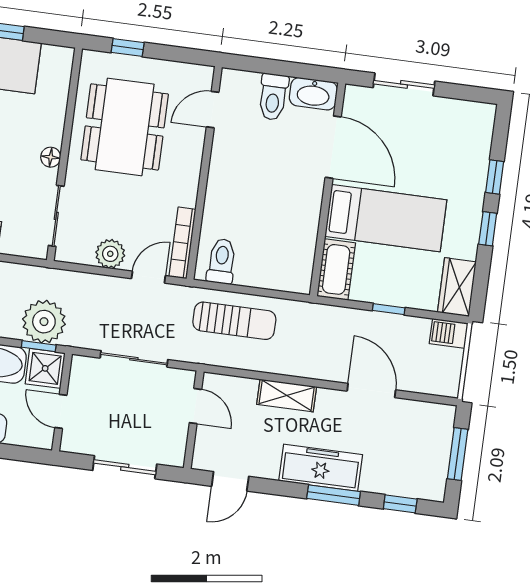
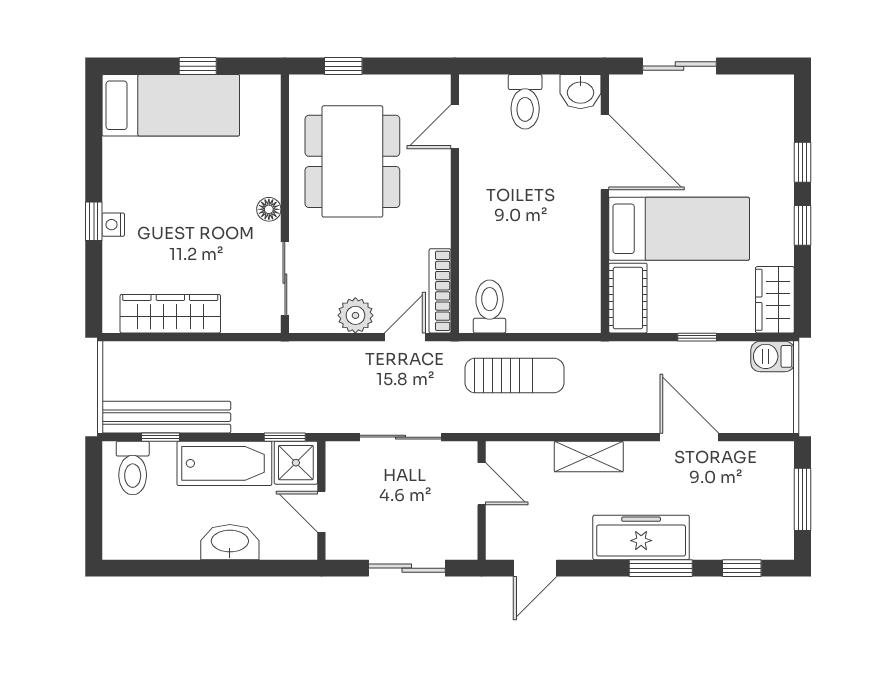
washbasin: (313, 94) -> (580, 92), width x0.72
plant: (44, 322) -> (287, 407), removed

